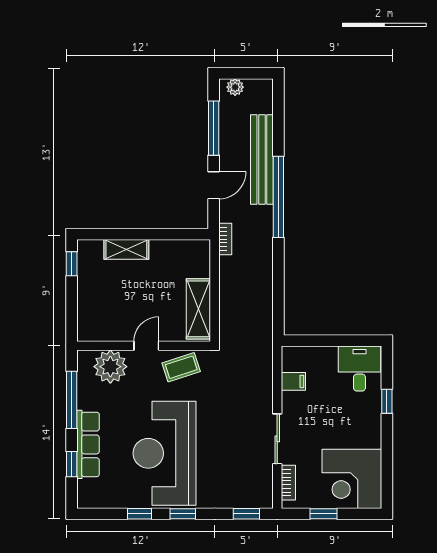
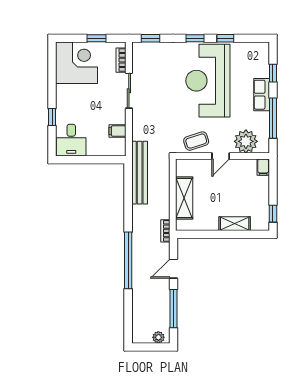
bench: (262, 160) -> (140, 173), moved
shelving: (198, 309) -> (184, 198), moved
filing cabinet: (86, 330) -> (263, 167), added
row of seats: (88, 444) -> (262, 95), width x0.68
reception desk: (165, 453) -> (208, 81), turned 180

